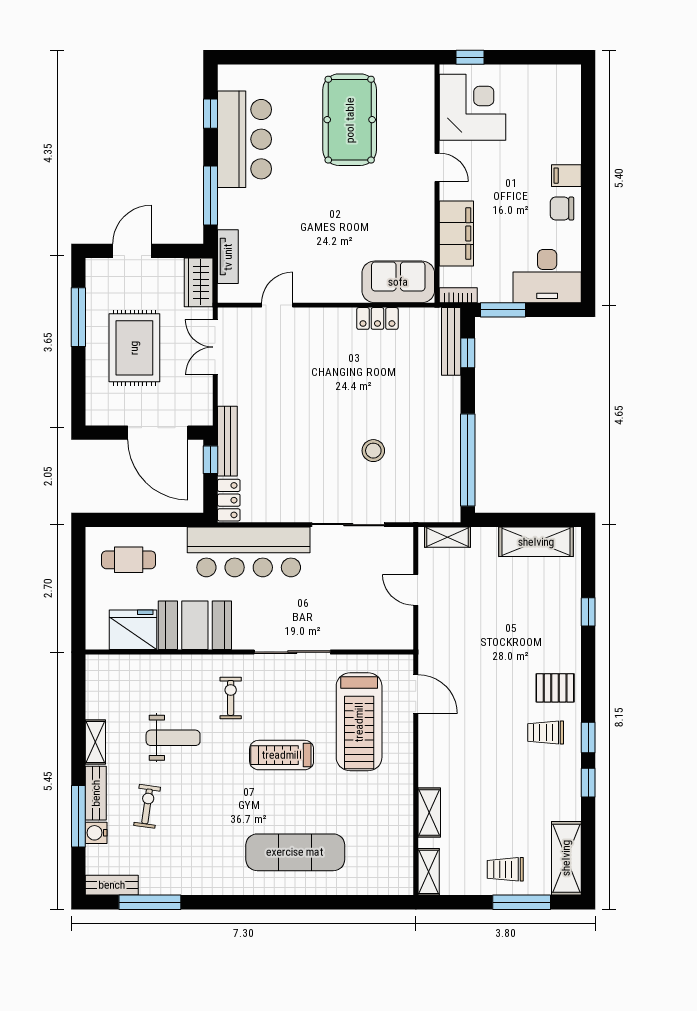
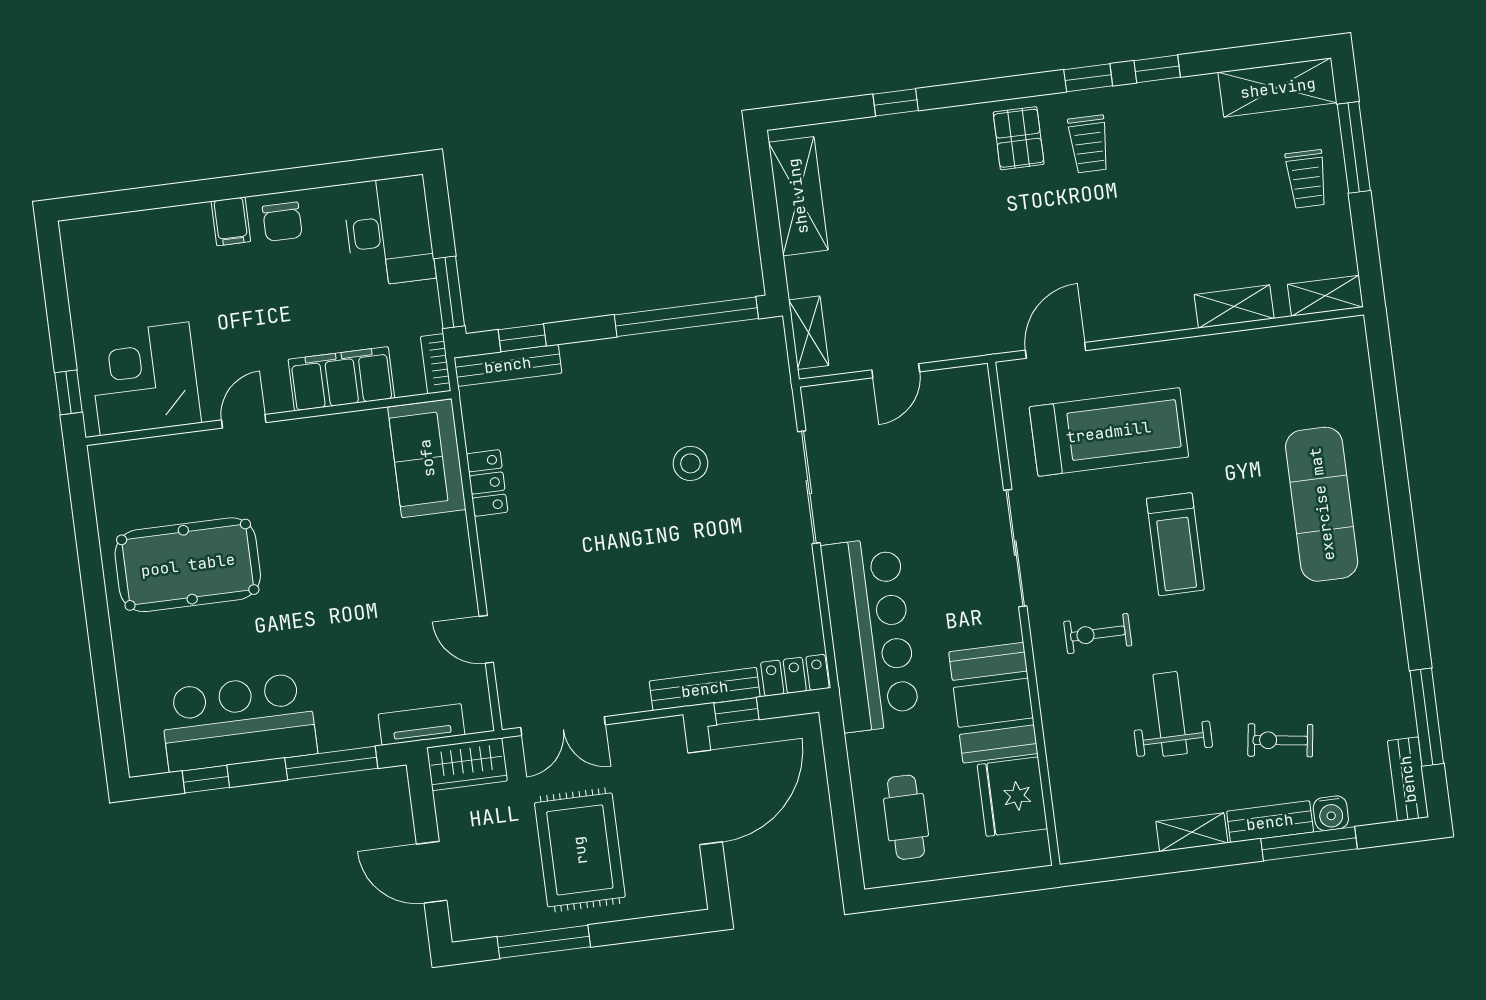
rug: (134, 348) -> (580, 850), turned 90

